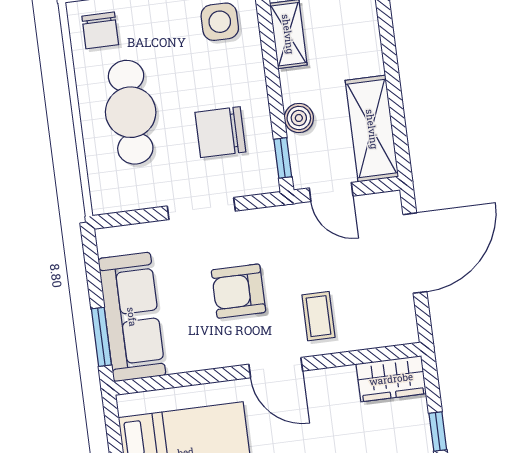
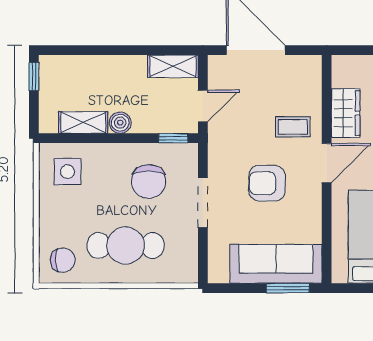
boiler: (299, 118) -> (120, 123), moved
shelving: (372, 129) -> (173, 66), width x0.67, depth x0.75
armchair: (238, 291) -> (267, 183), turned 90
wardrobe: (391, 379) -> (346, 113), moved

